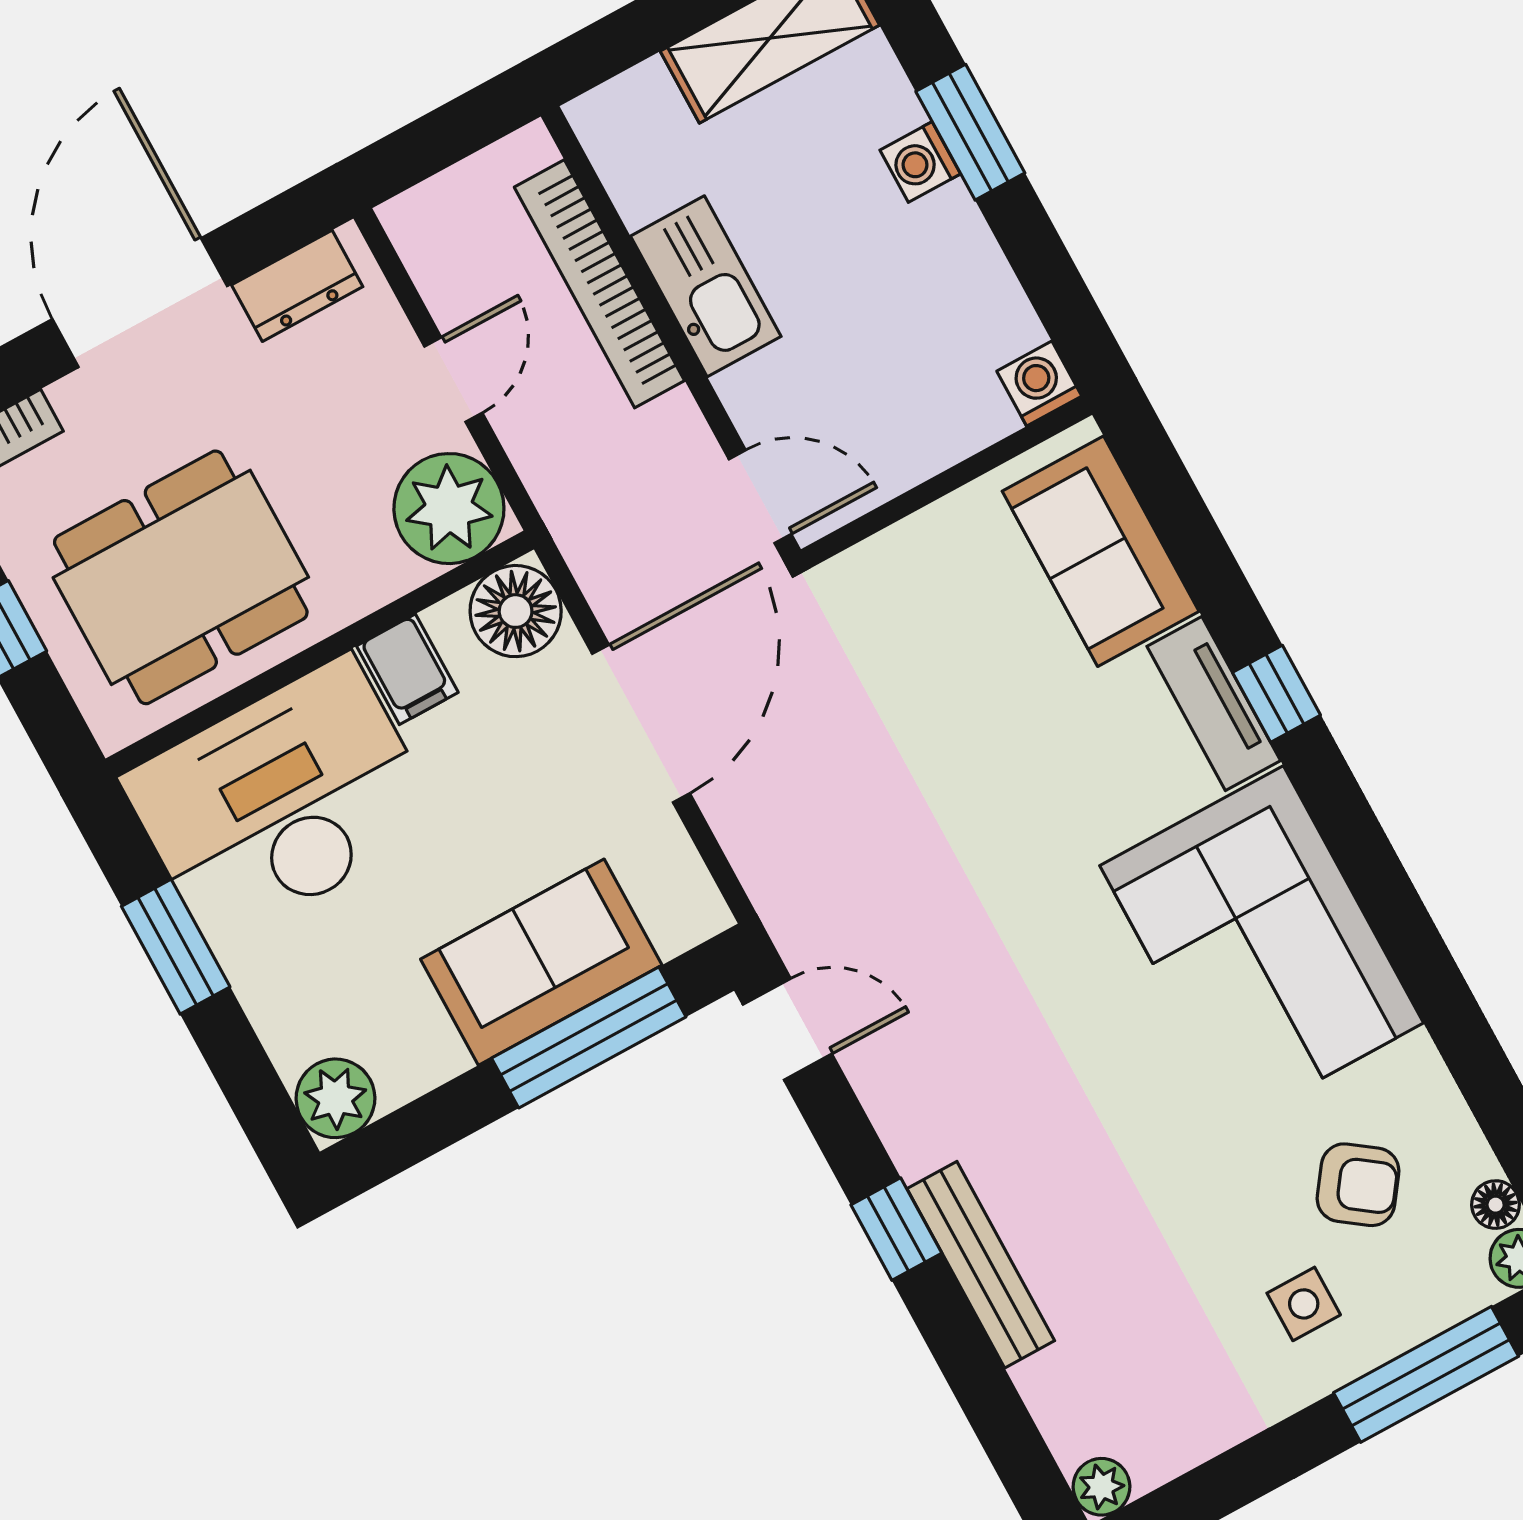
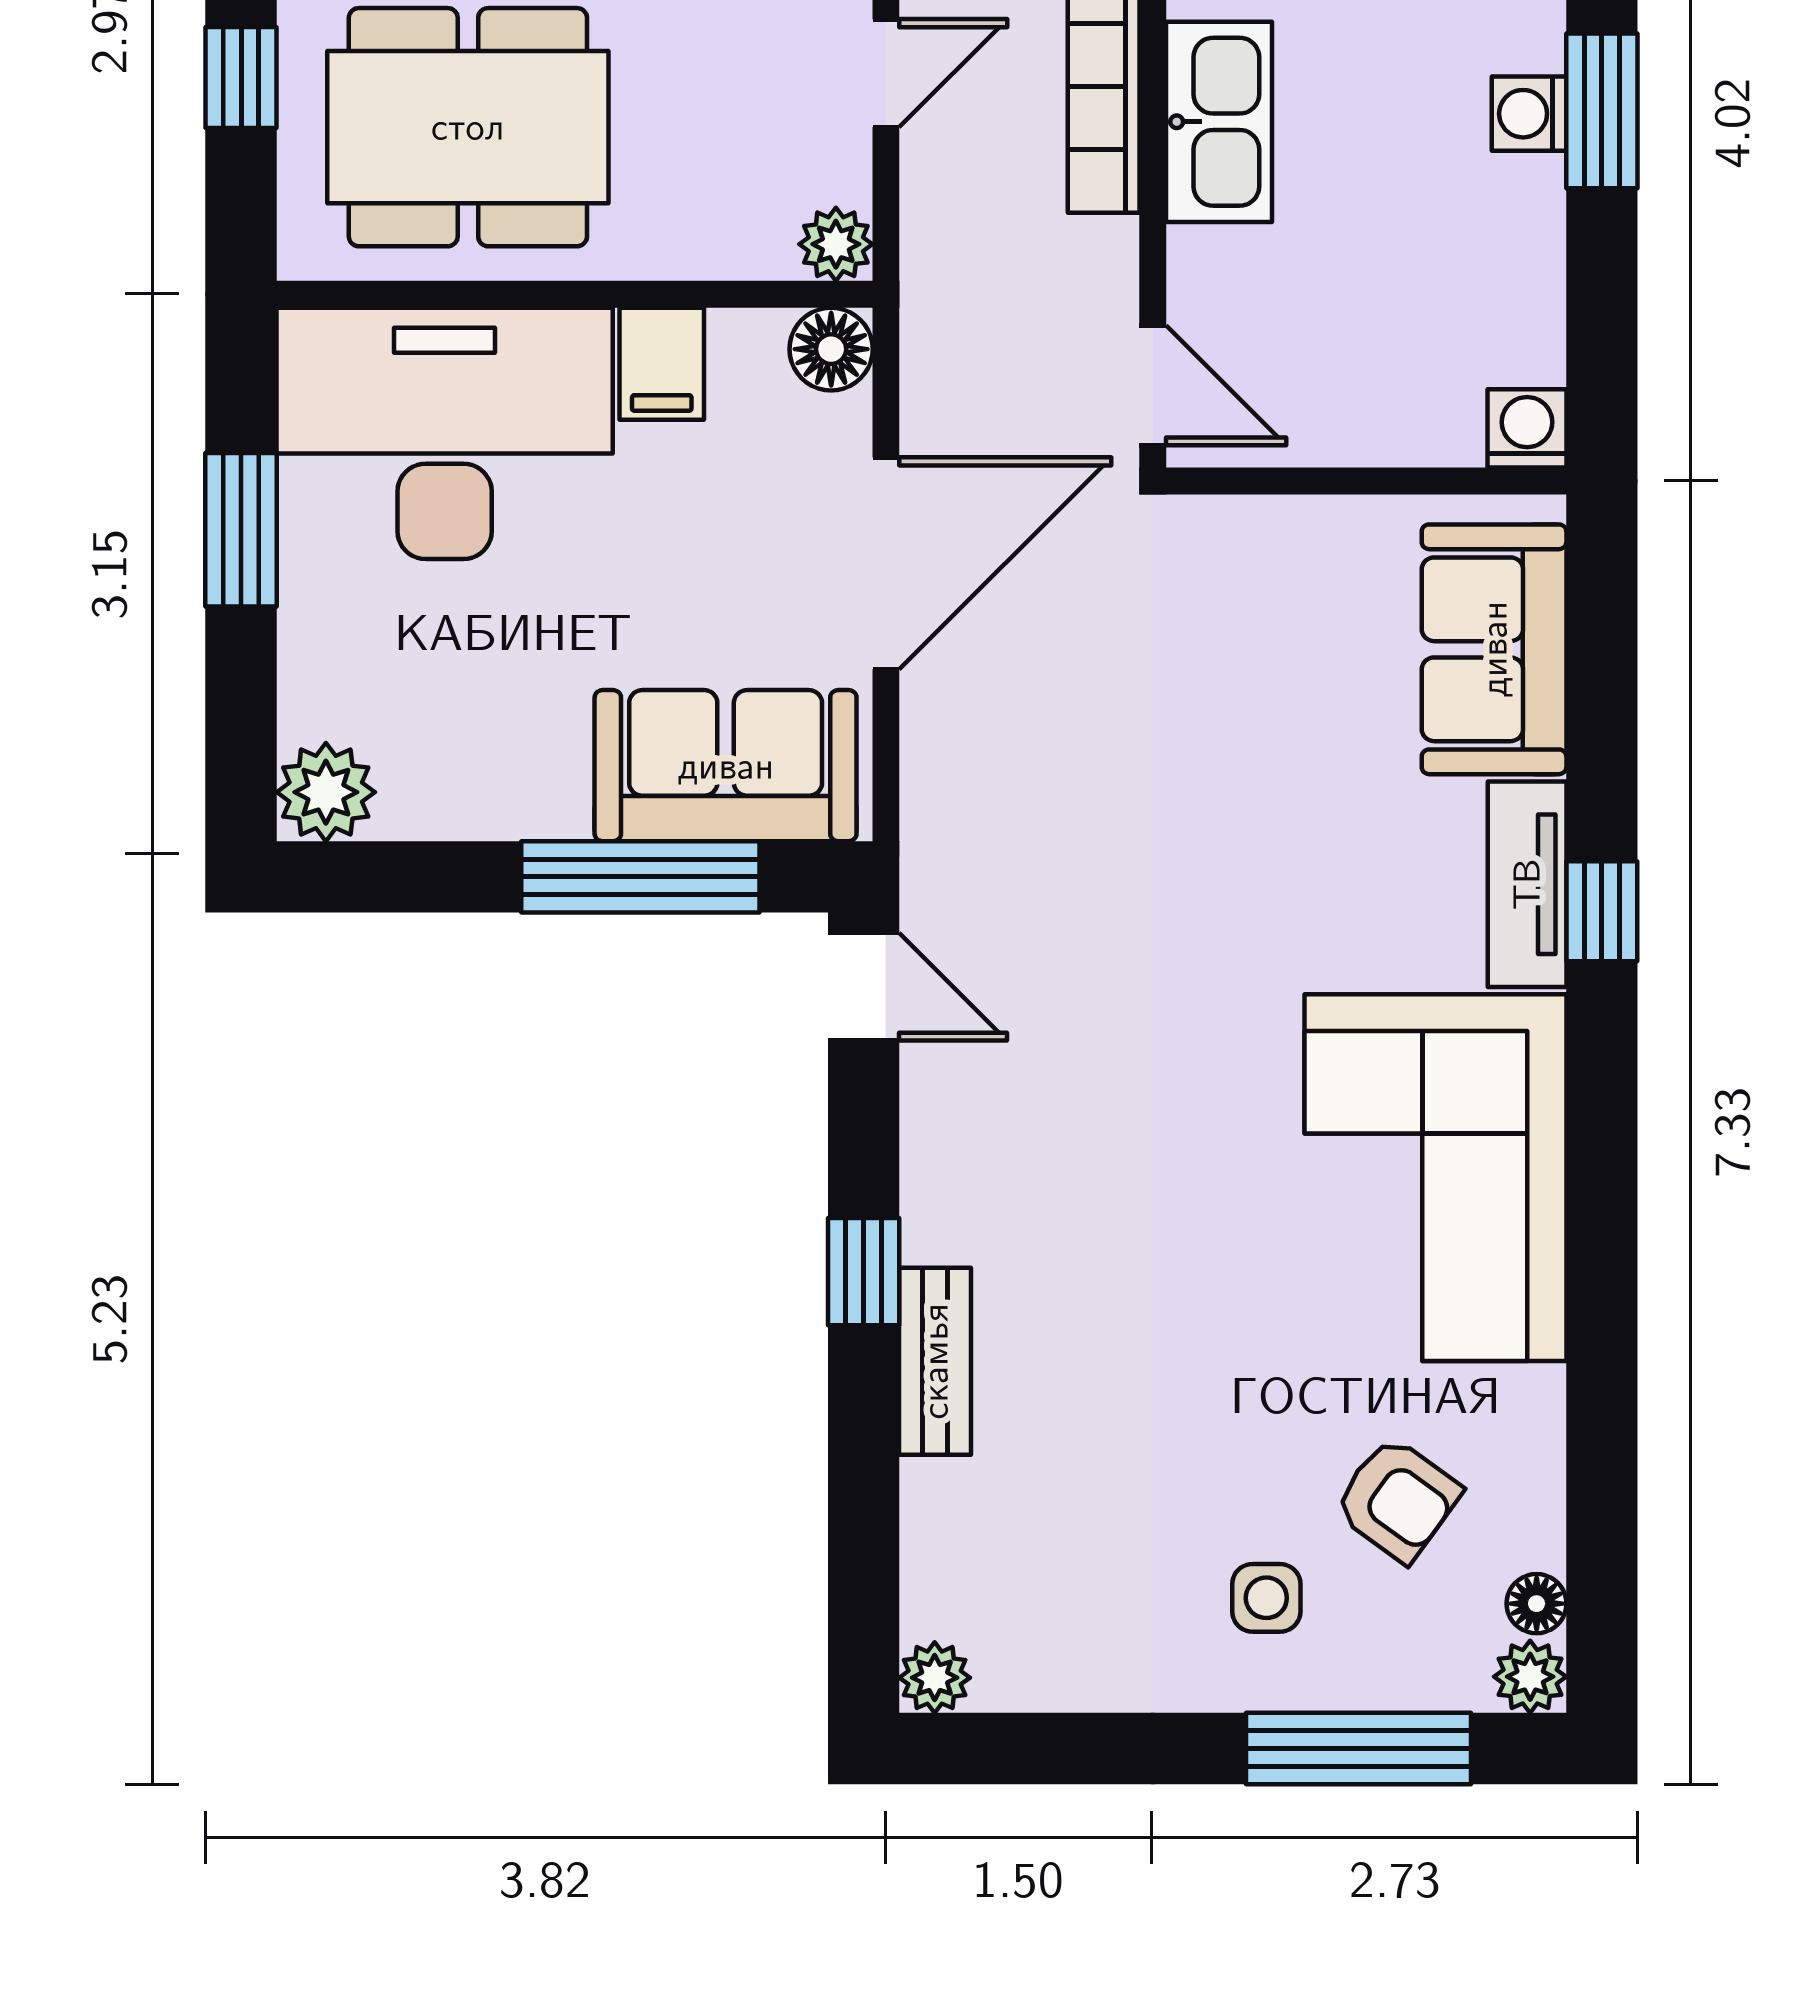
plant: (449, 509) -> (836, 244), width x0.53, depth x0.53
floor lamp: (516, 611) -> (831, 349), width x0.73, depth x0.73
sofa: (541, 962) -> (726, 766), moved
bench: (981, 1265) -> (935, 1361), width x0.73

